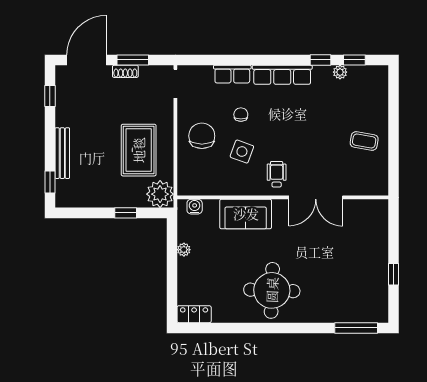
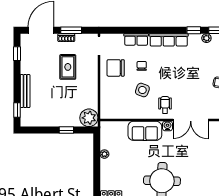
chair: (202, 136) -> (116, 68), moved, turned -90
rug: (139, 150) -> (68, 67), moved, width x0.73, depth x0.70
water cooler: (195, 207) -> (167, 126), moved

